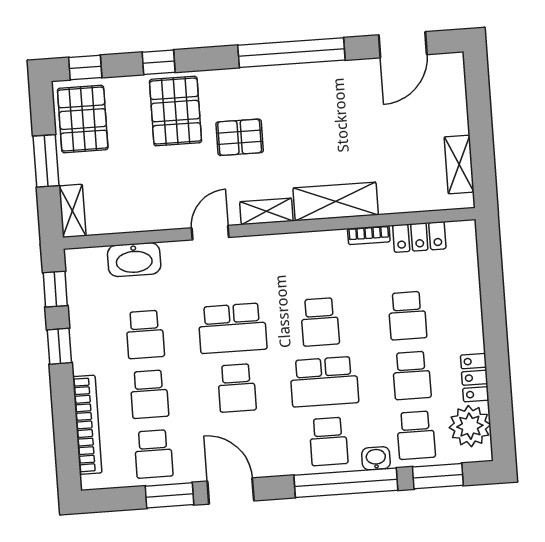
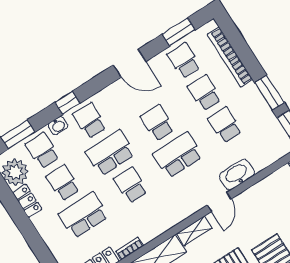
washbasin: (134, 260) -> (237, 175), moved
school desk: (407, 316) -> (84, 215), width x1.85
window: (59, 346) -> (269, 93), width x1.50
window: (346, 483) -> (67, 103), width x0.32
window: (170, 495) -> (179, 32), moved

